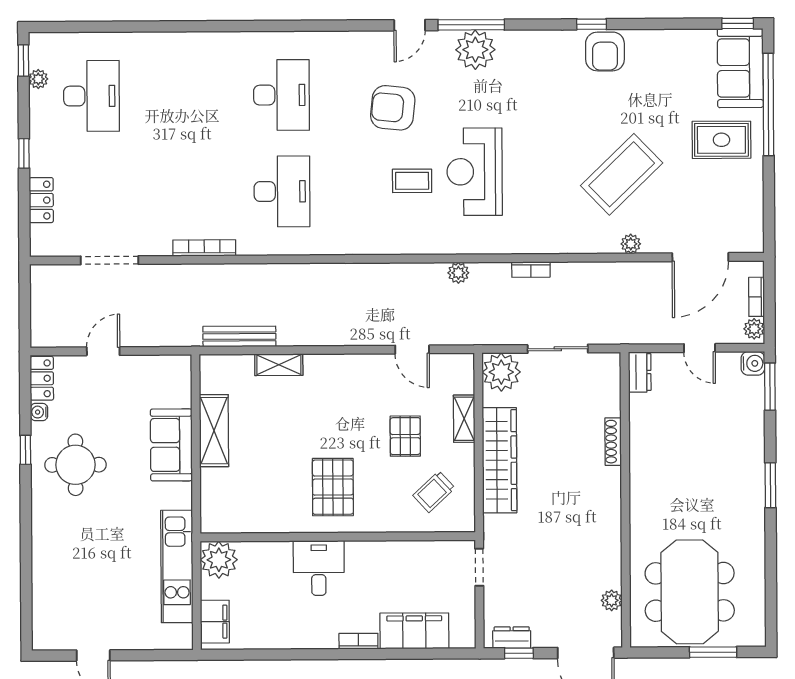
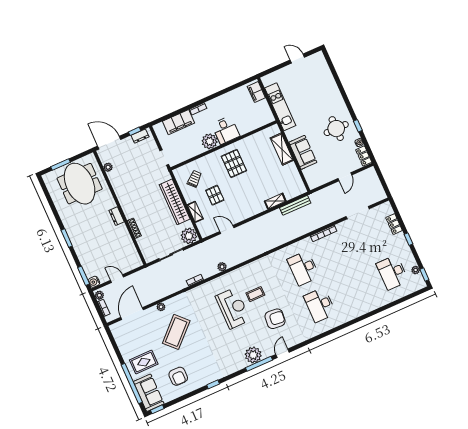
armchair: (605, 51) -> (178, 376), moved, turned 180
dresser: (640, 372) -> (117, 216), moved
shelving: (214, 431) -> (282, 149), moved
plant: (219, 560) -> (210, 141), moved

